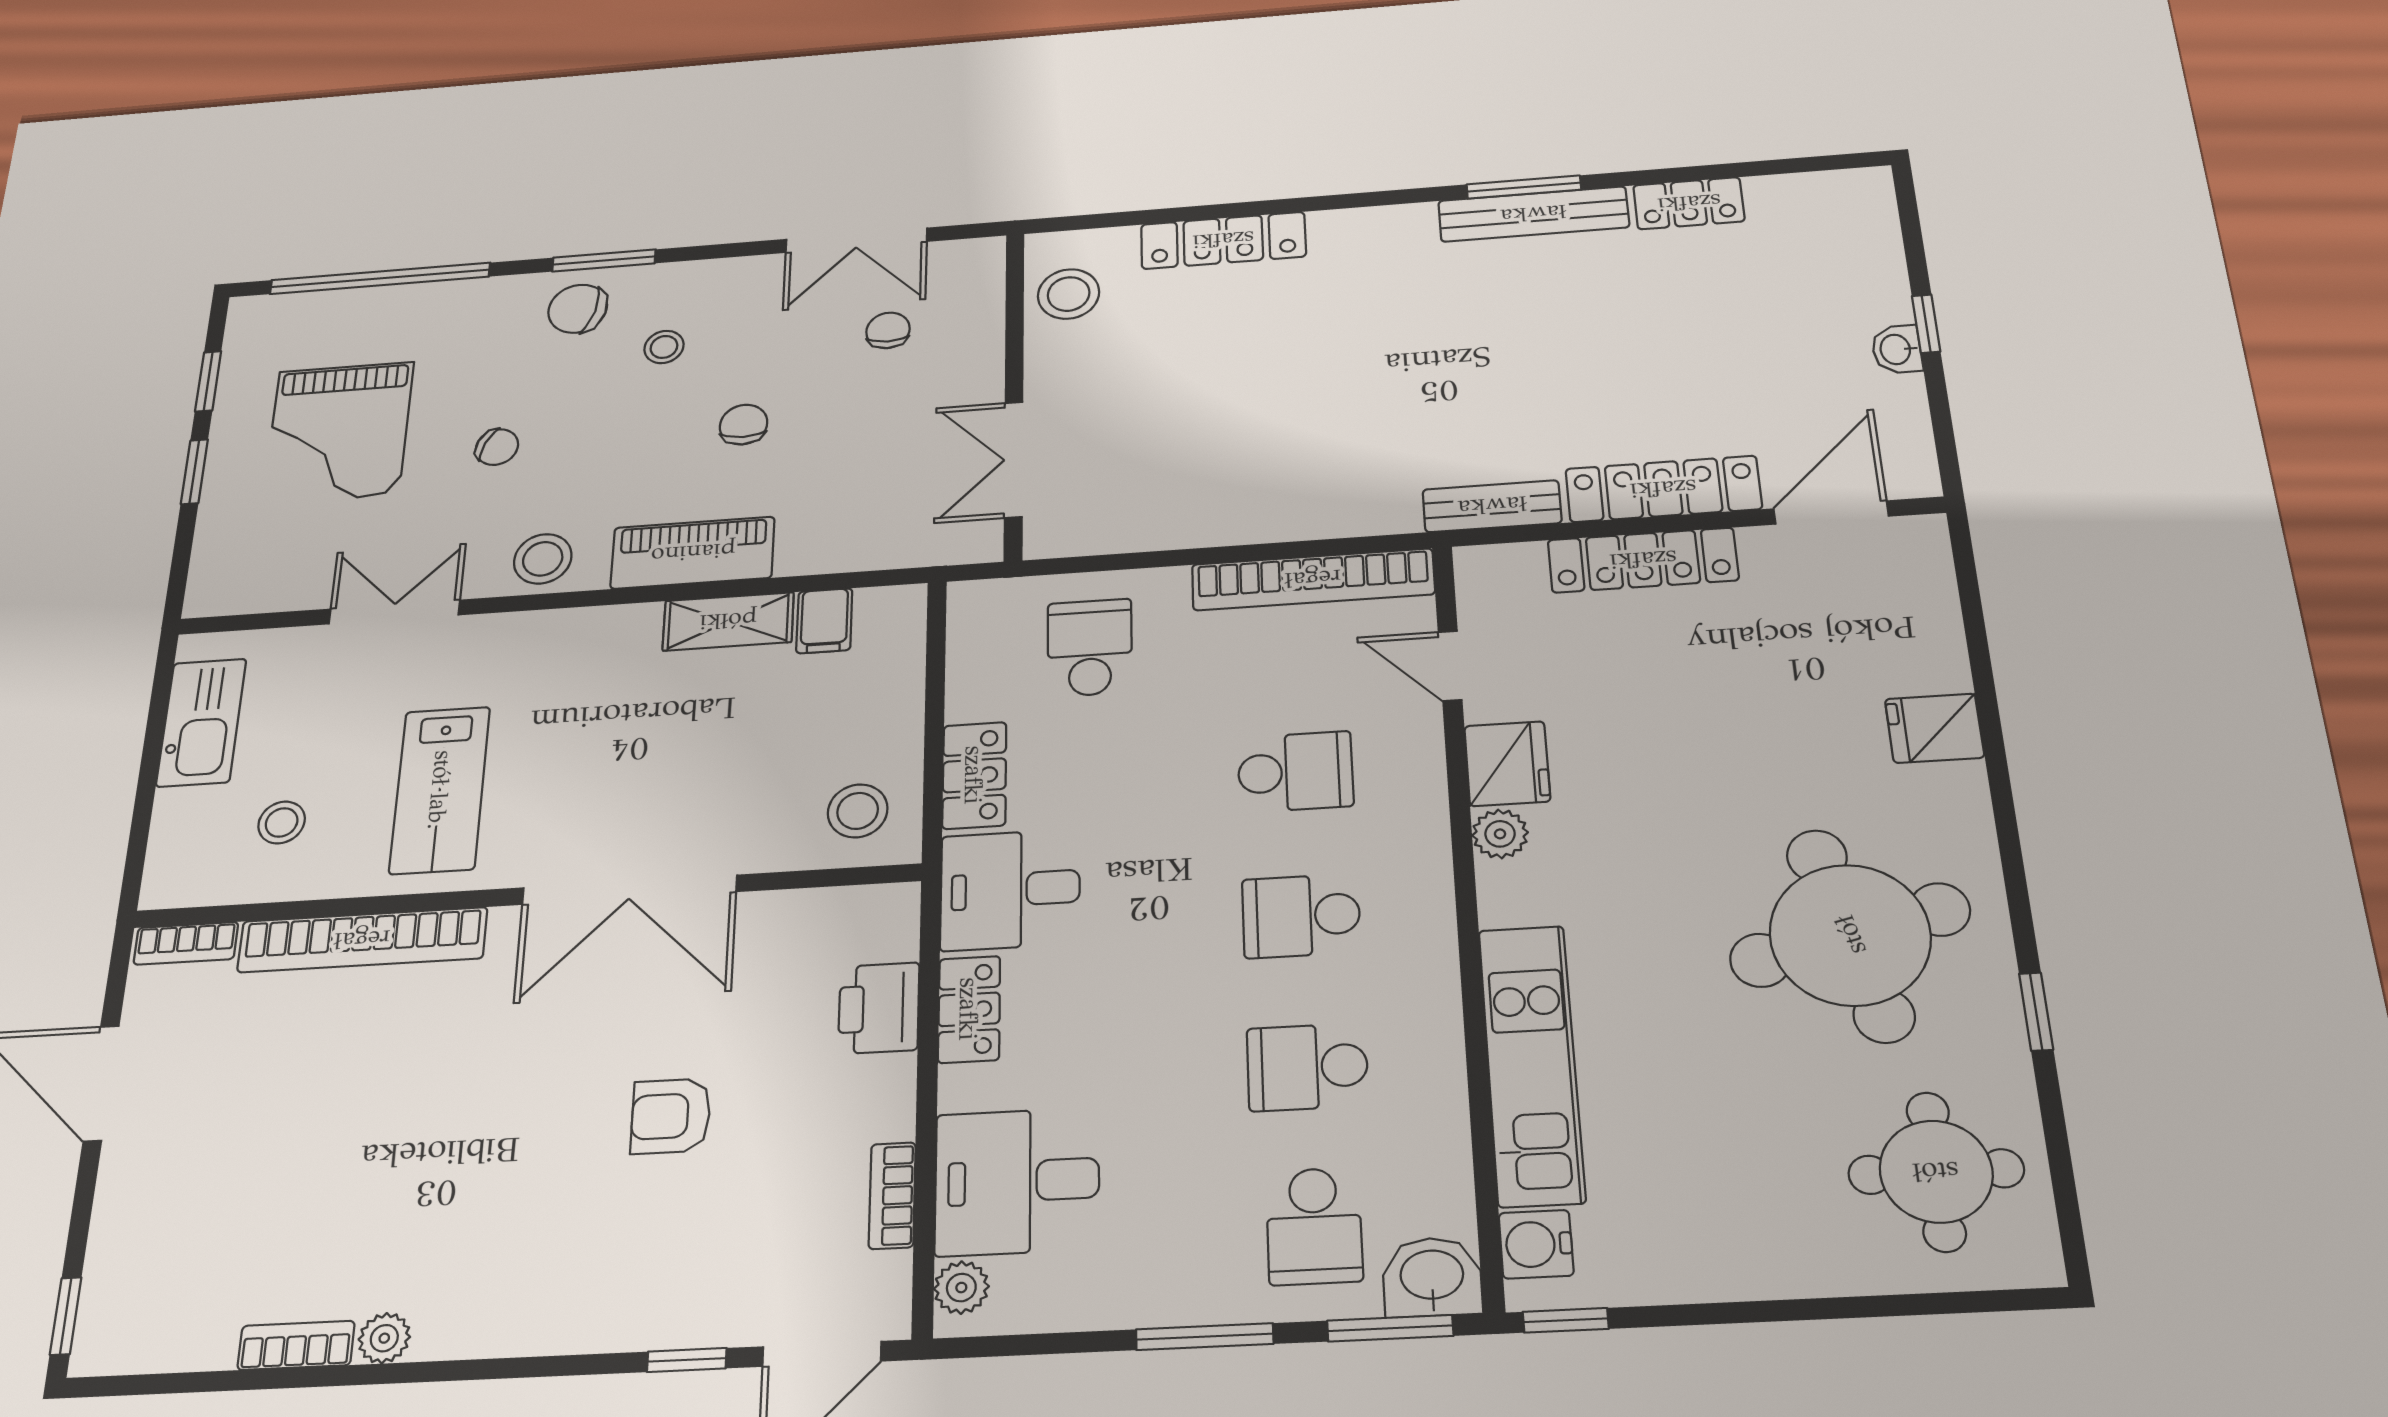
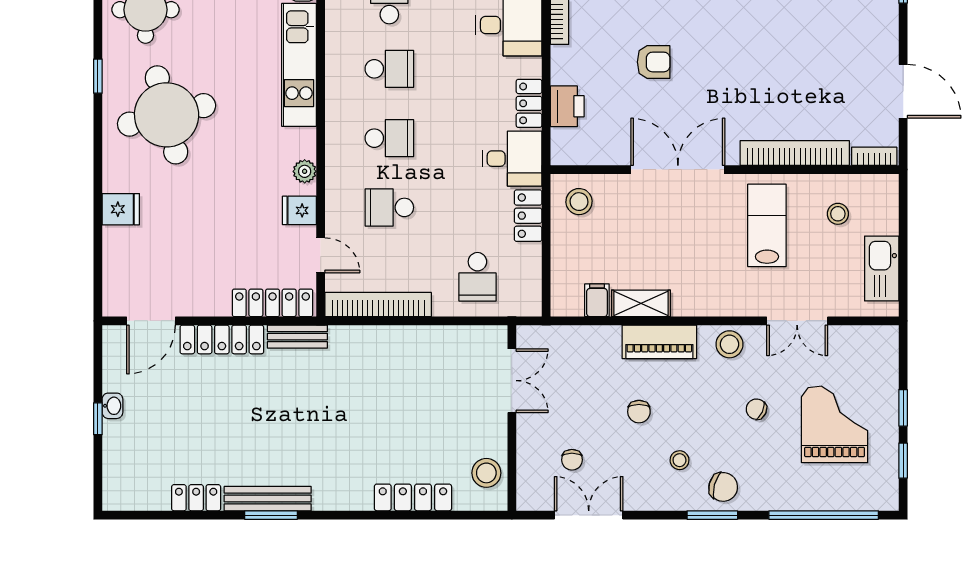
locker: (1643, 560) -> (273, 303), moved
fridge: (1507, 764) -> (299, 210), width x0.72

